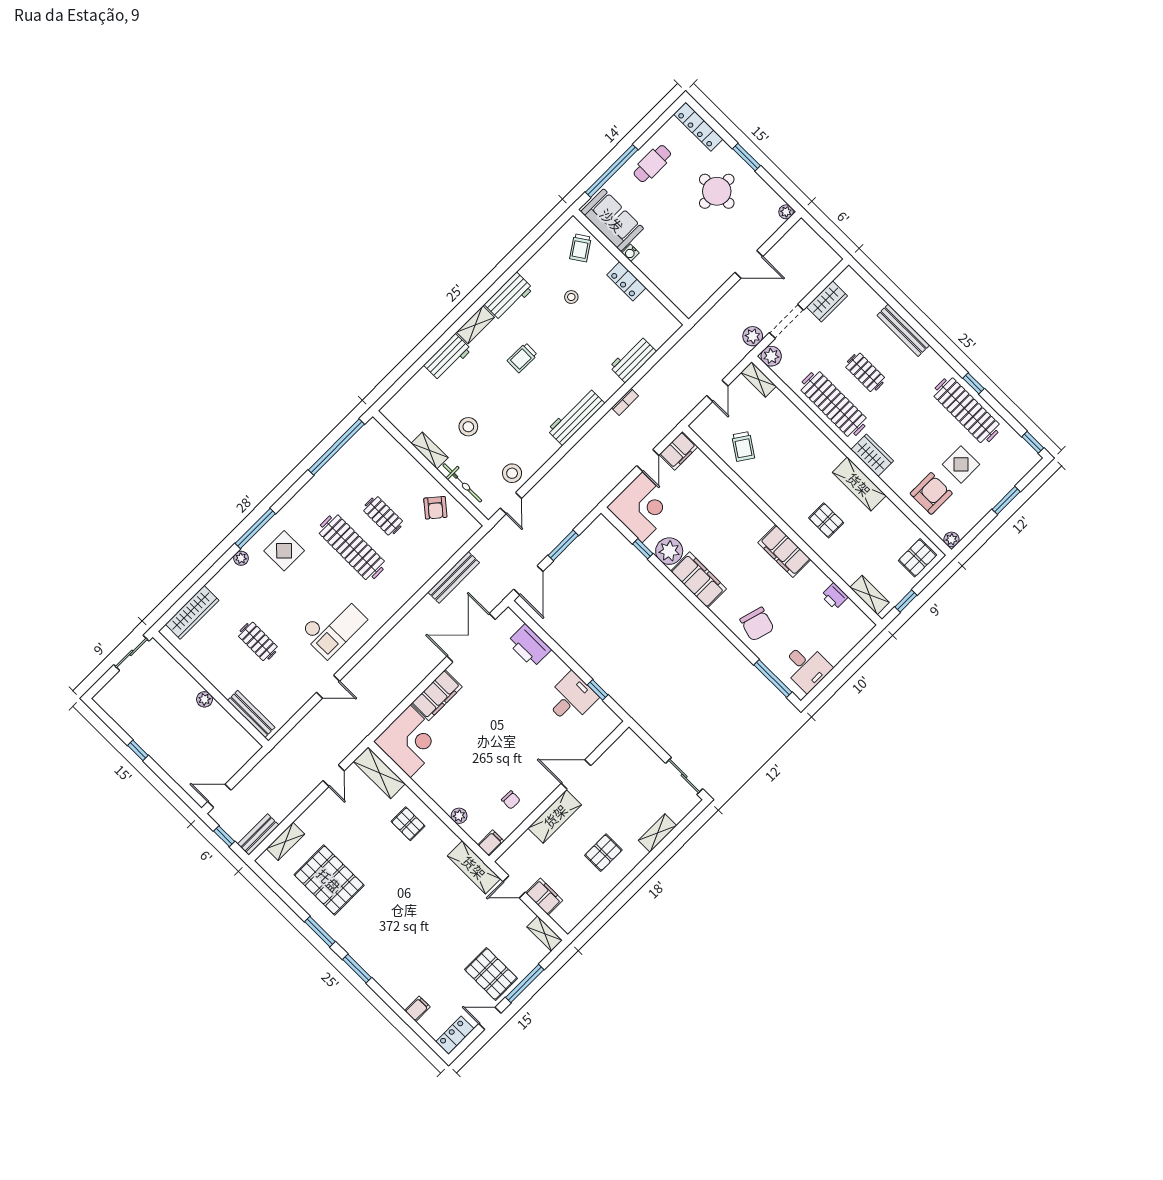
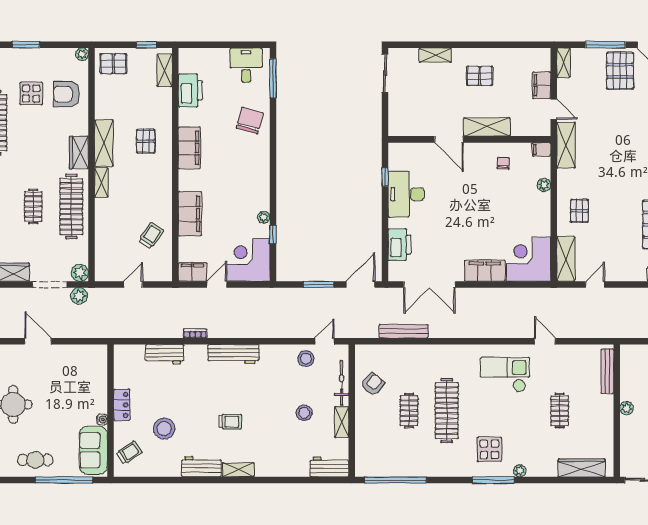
stool: (571, 297) -> (164, 429), width x1.89, depth x1.89
workbench: (448, 357) -> (329, 467), moved
shelving: (759, 379) -> (101, 183), moved
plant: (669, 551) -> (264, 217), width x0.53, depth x0.53
filing cabinet: (698, 580) -> (190, 214), moved, turned 180
printer: (835, 596) -> (190, 90), width x1.87, depth x1.48
desk: (571, 698) -> (406, 194), width x1.37

